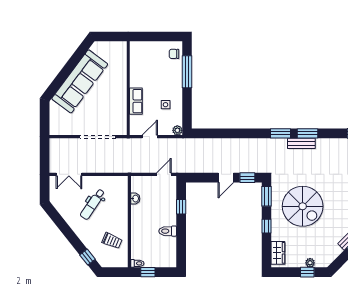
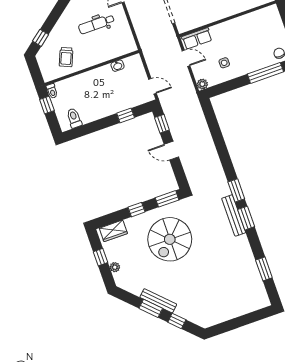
row of seats: (136, 101) -> (197, 38), moved
bench: (301, 143) -> (234, 215), width x1.36
window: (247, 178) -> (162, 124), moved
dental chair: (93, 204) -> (96, 24), turned -34
toilet: (168, 231) -> (74, 118), moved
window: (307, 272) -> (101, 257), moved

